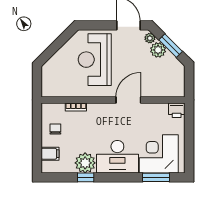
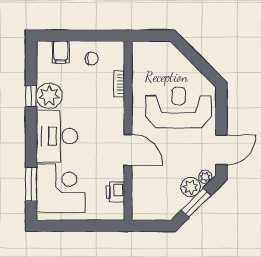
printer: (177, 110) -> (115, 192), moved

